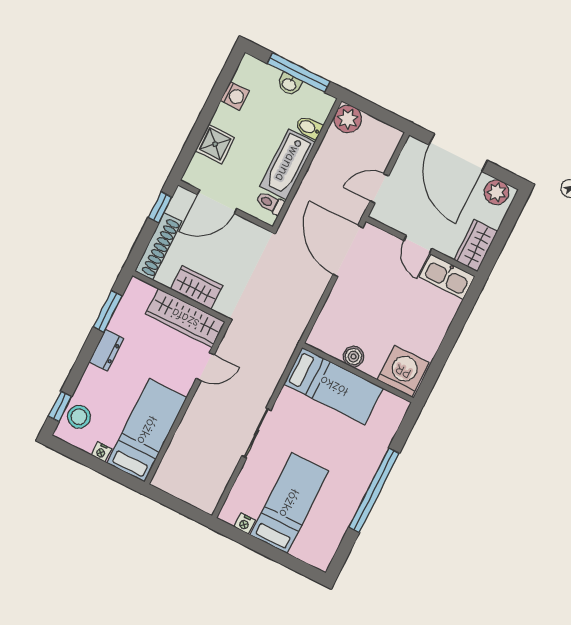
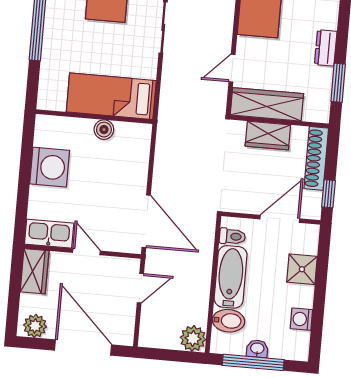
bidet: (309, 127) -> (229, 321), width x1.38, depth x1.36
washing machine: (403, 371) -> (50, 167), moved, turned -90

